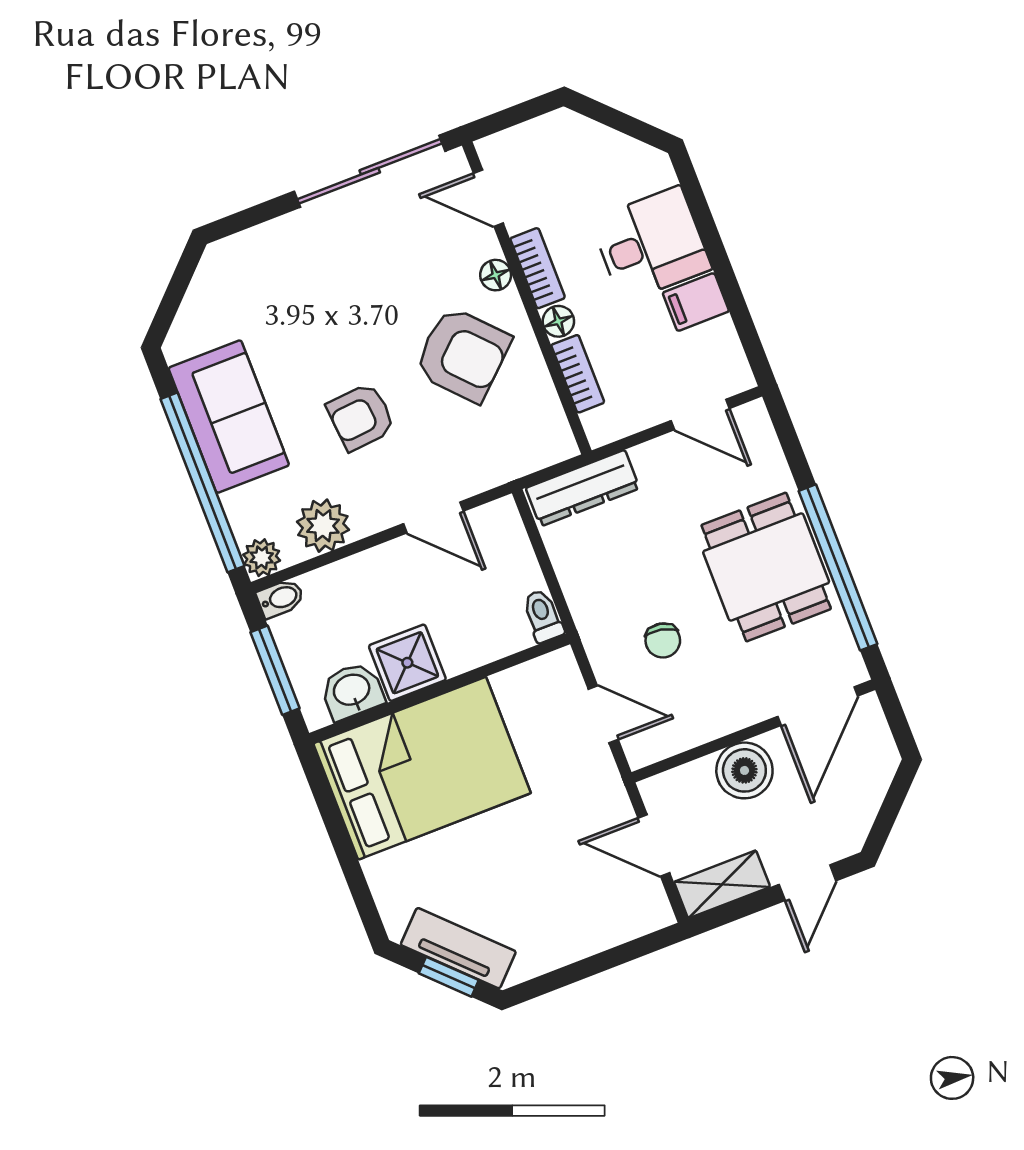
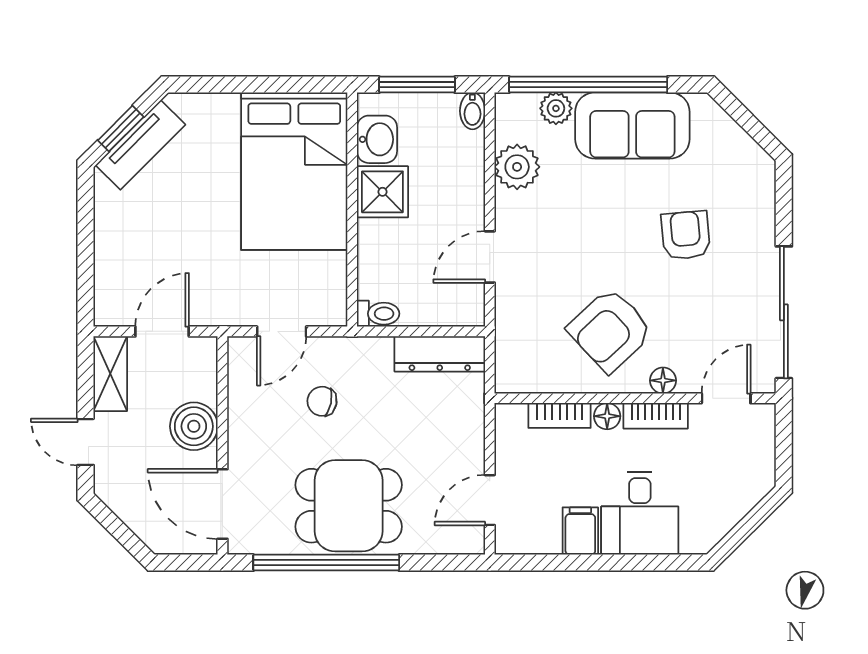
armchair: (361, 417) -> (686, 235), moved
dresser: (583, 488) -> (440, 354), moved, turned -90
plant: (262, 558) -> (556, 108), moved

